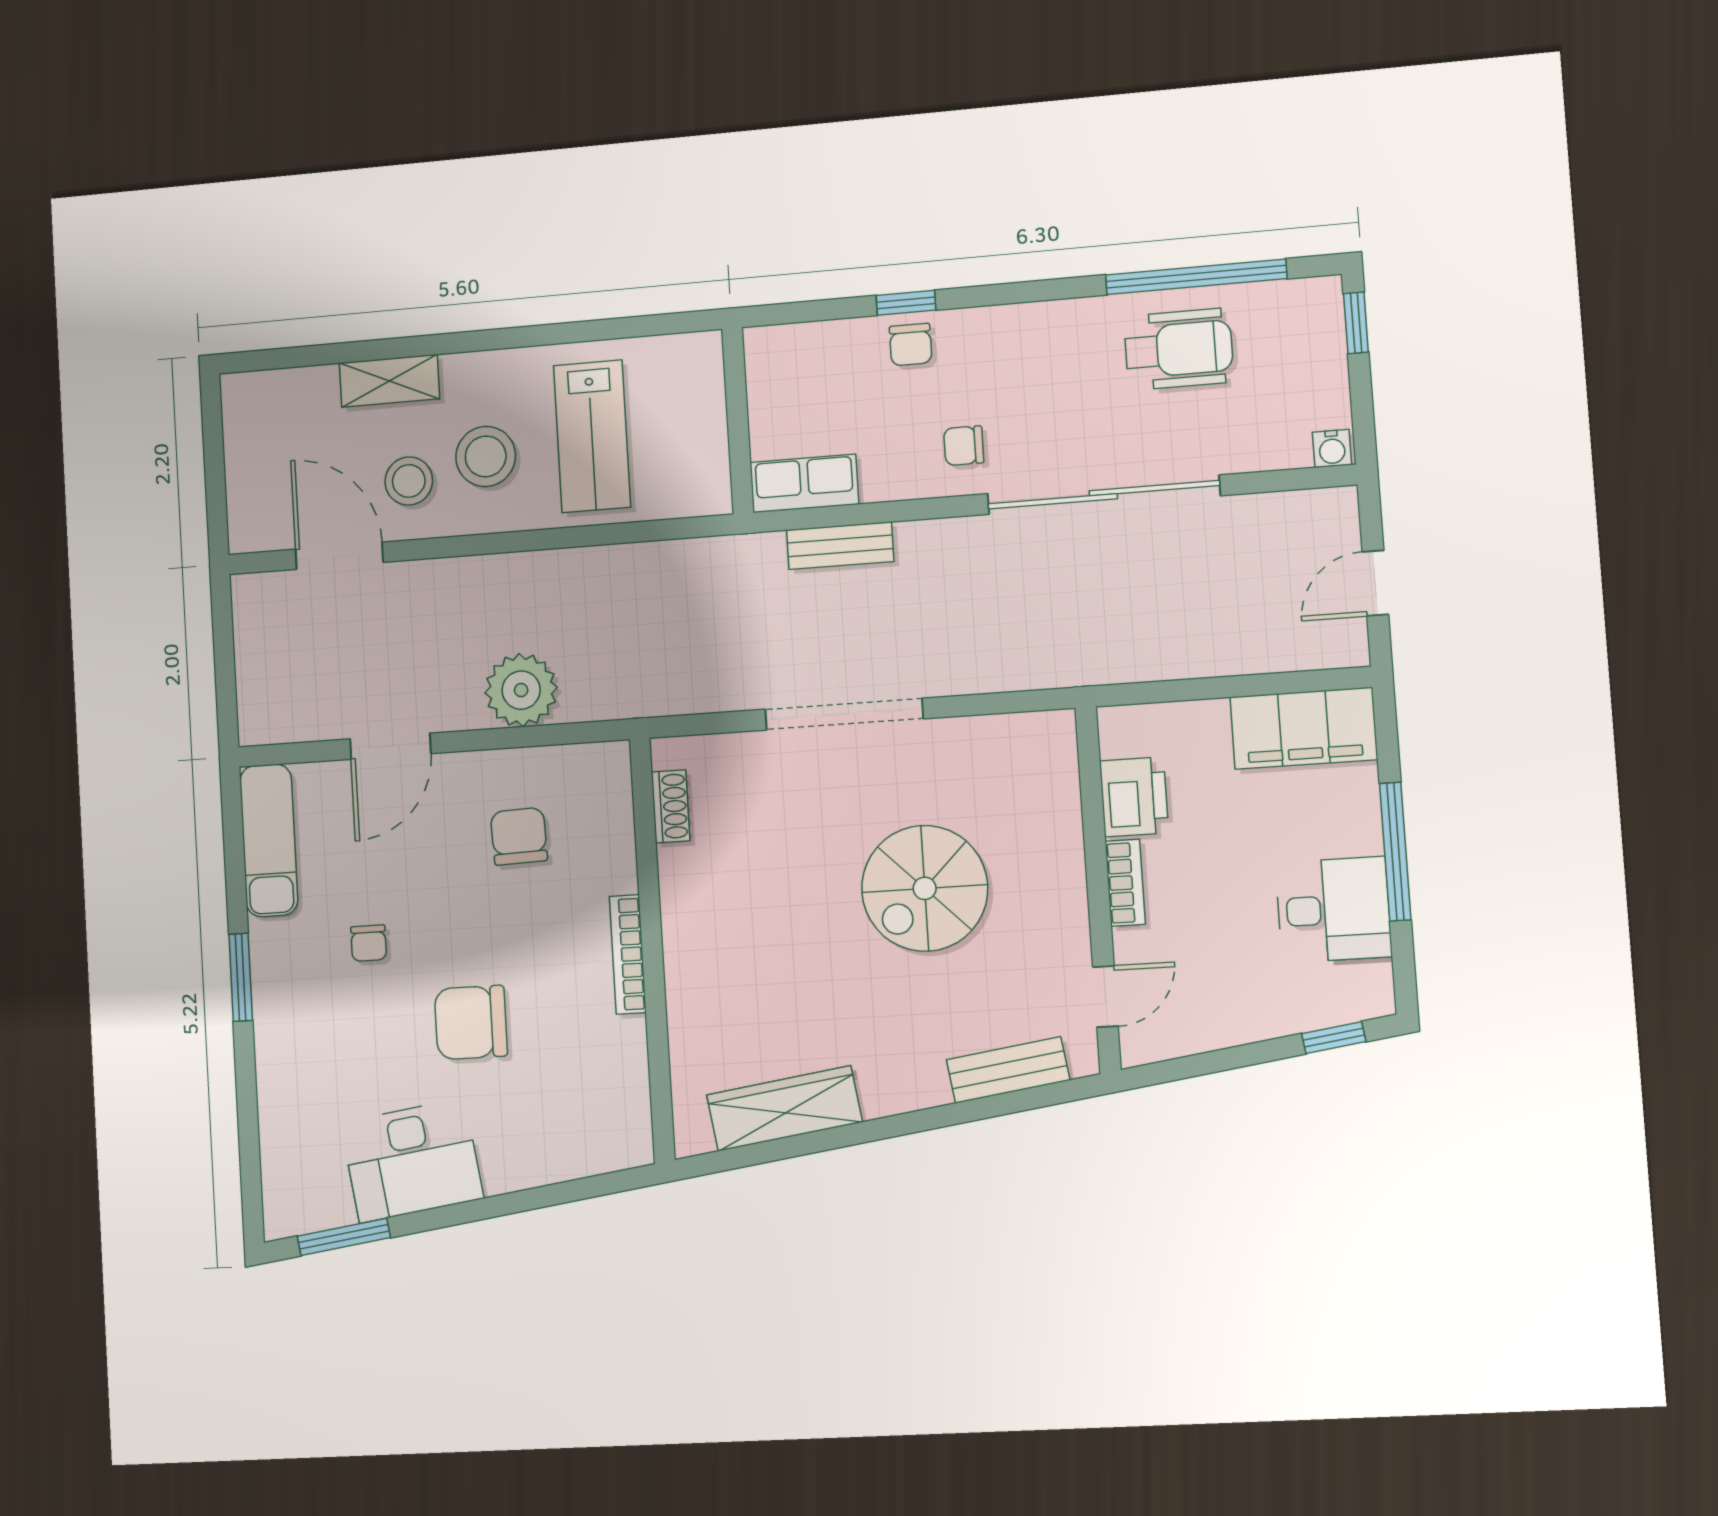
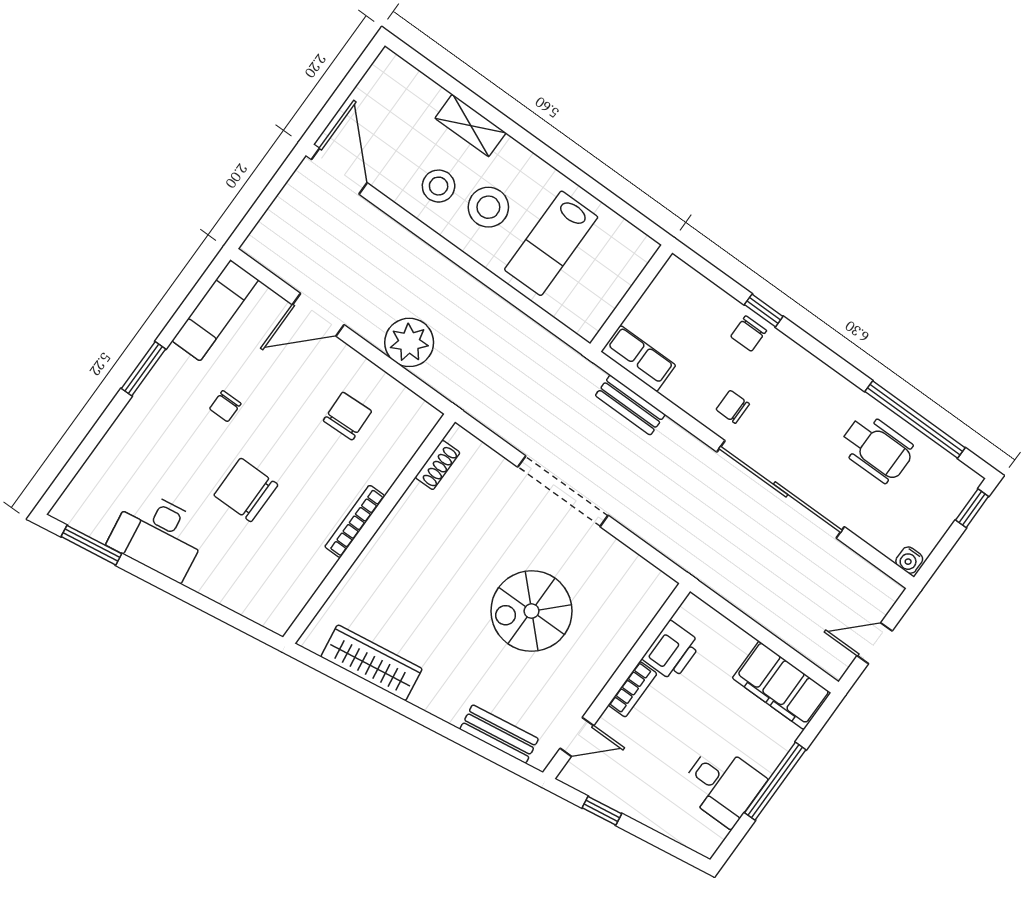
door: (339, 556) -> (339, 171), moved
window: (1334, 1038) -> (602, 811), moved

